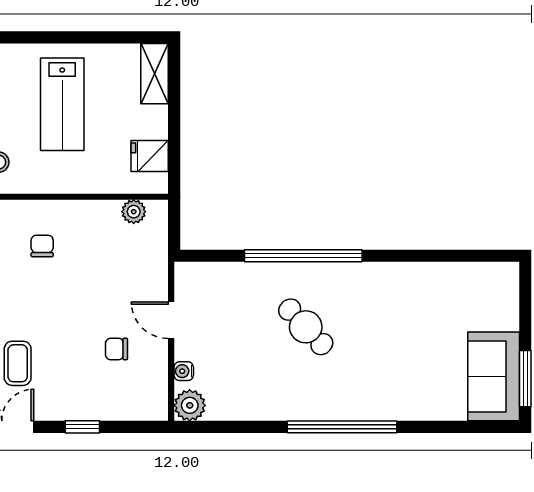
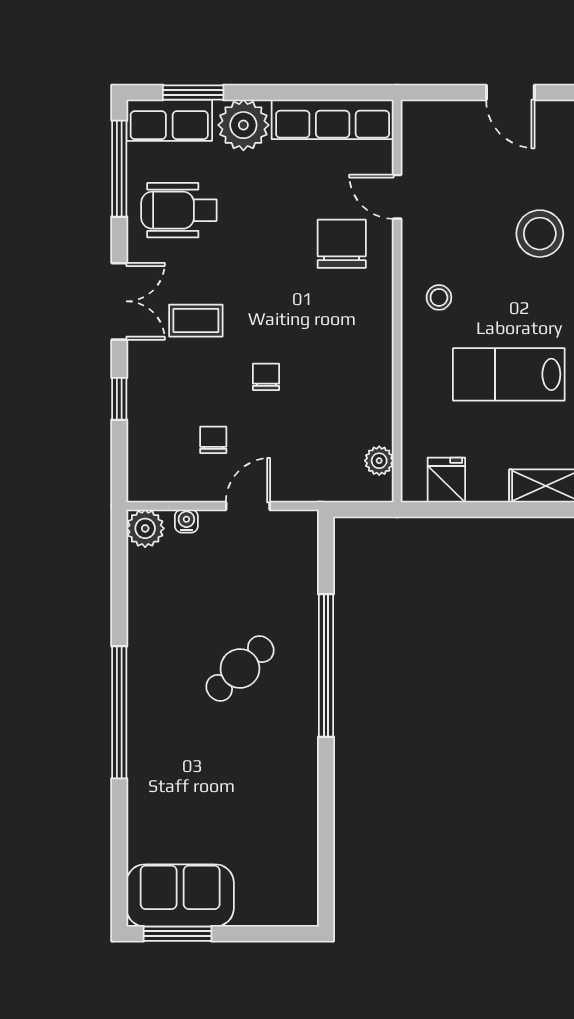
chair: (42, 246) -> (266, 377), moved, turned -90

